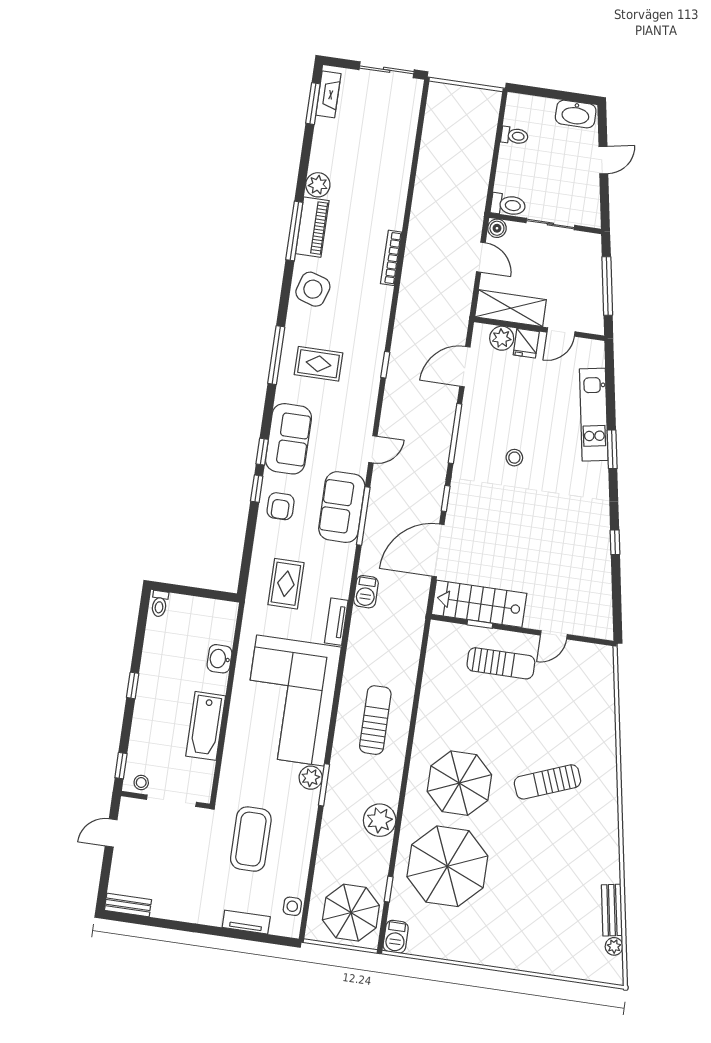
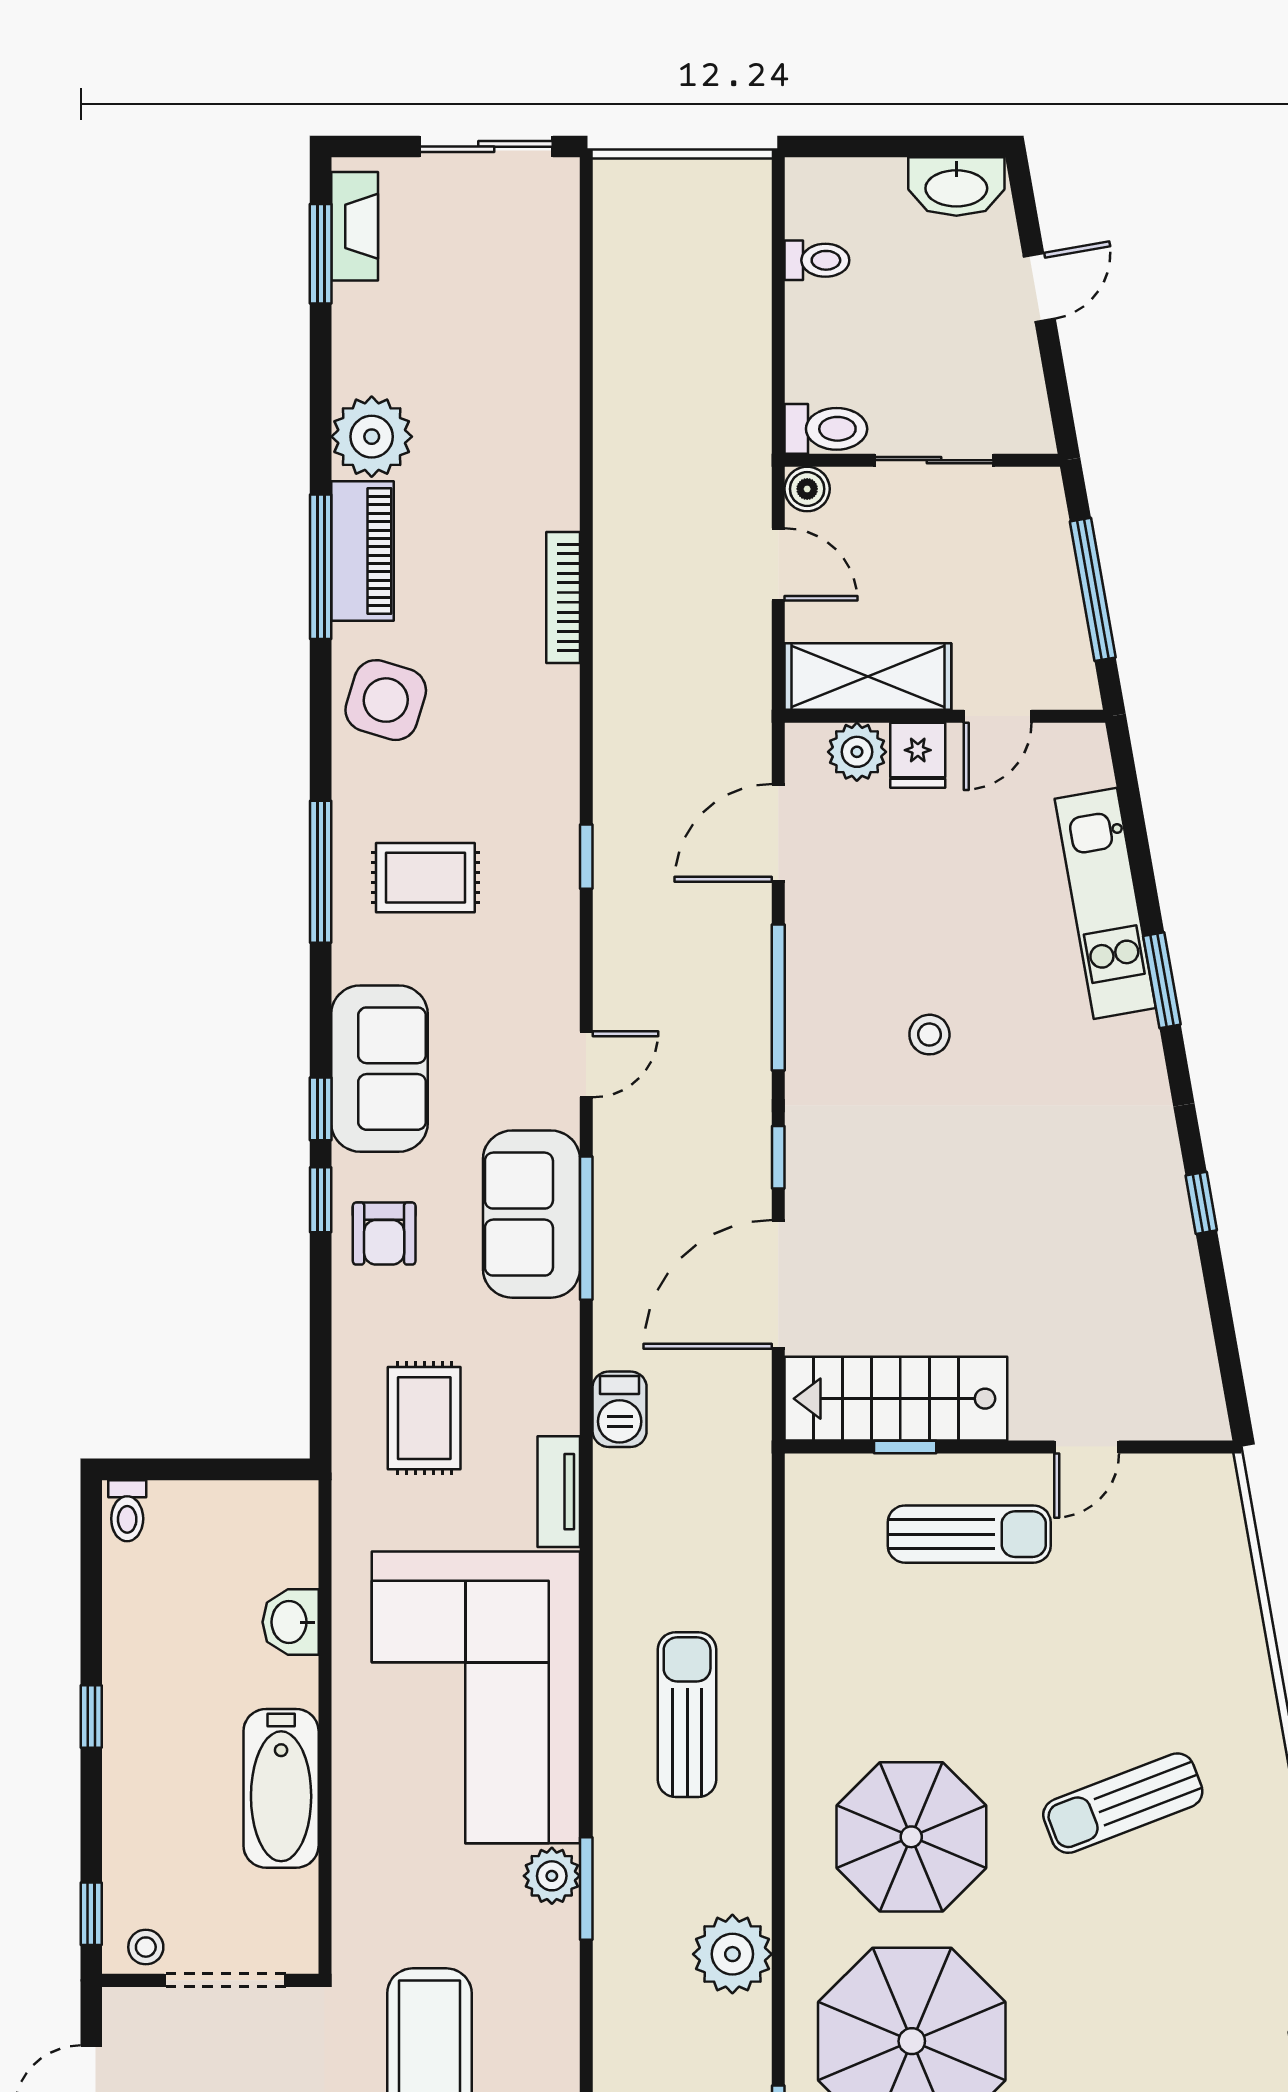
plant: (318, 185) -> (372, 437), width x1.36, depth x1.36

